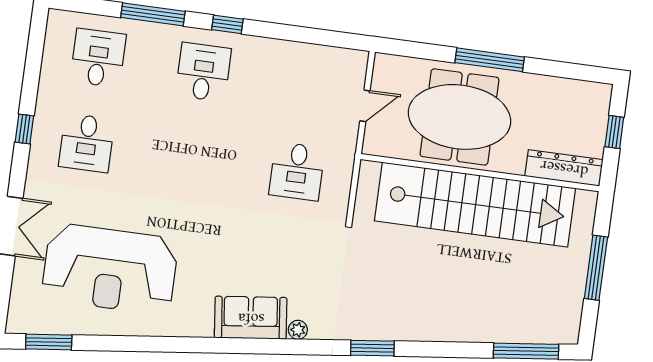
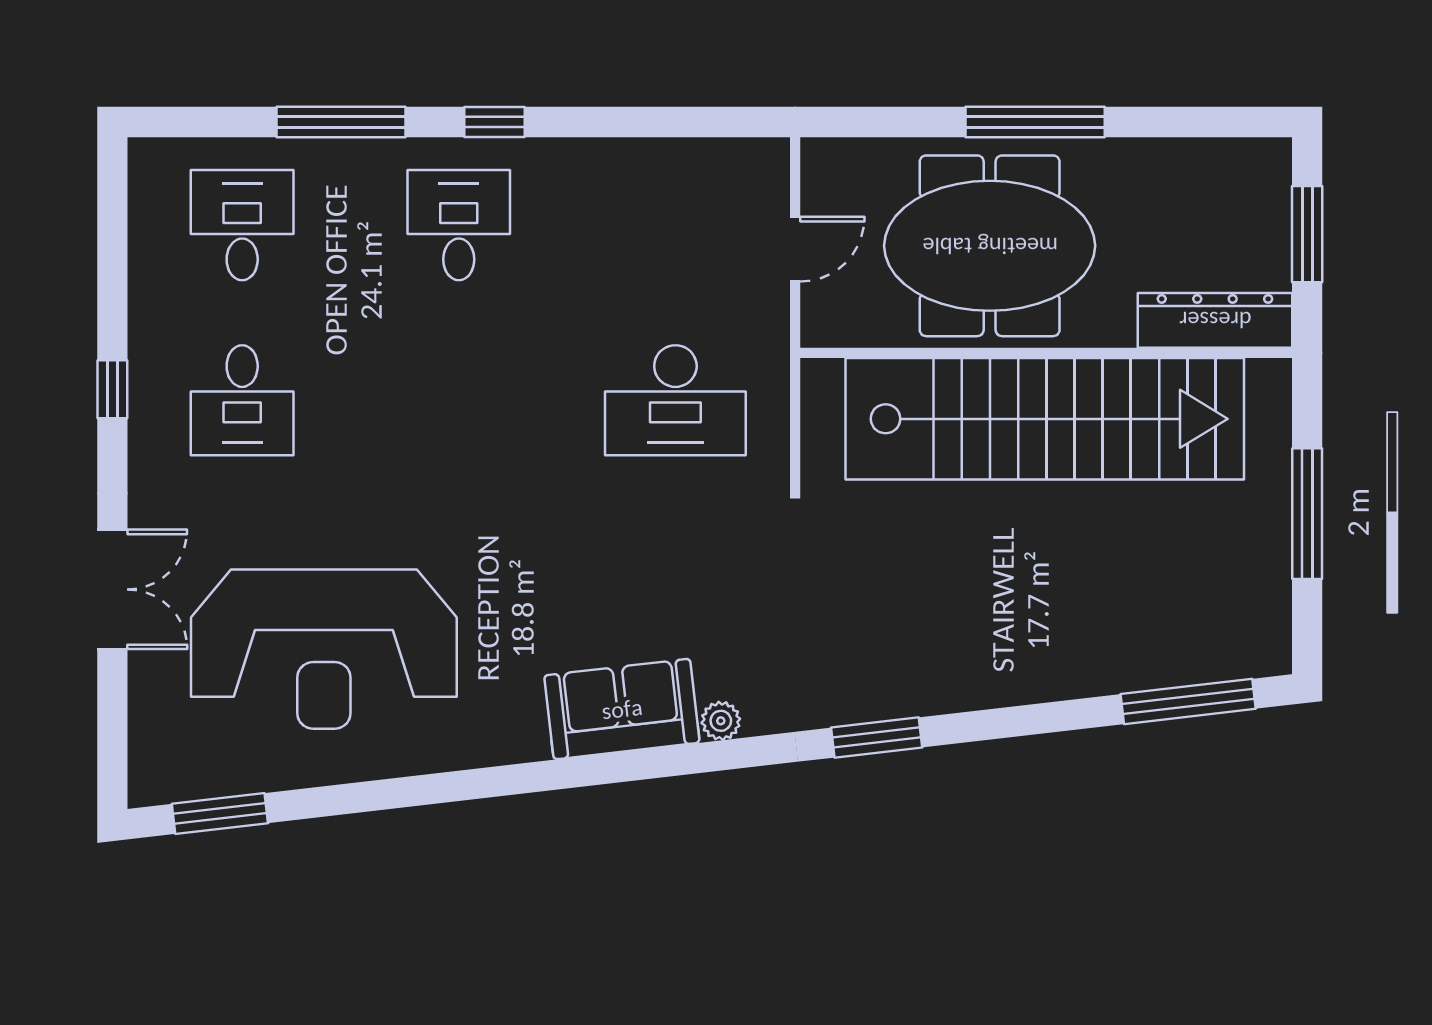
window: (614, 132) -> (1307, 234), width x1.50
desk: (297, 171) -> (675, 400), width x1.37

